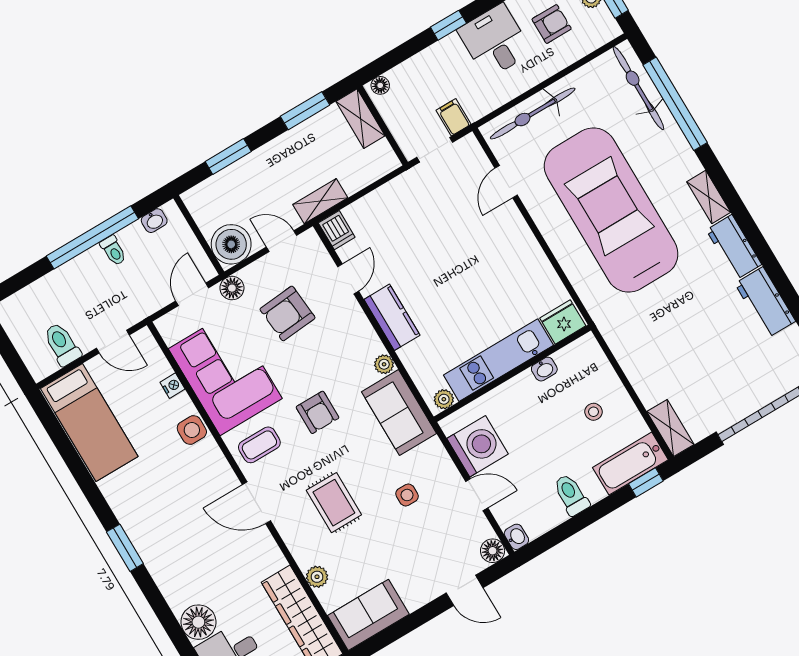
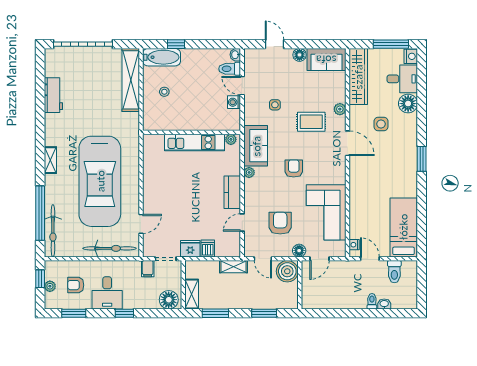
floor lamp: (380, 85) -> (169, 300), width x1.89, depth x1.89
washbasin: (154, 221) -> (384, 304), moved
dishwasher: (337, 230) -> (208, 249), moved
window: (92, 237) -> (350, 313), removed
workbench: (734, 247) -> (53, 130), removed
toilet: (113, 251) -> (372, 301), moved
armchair: (288, 313) -> (280, 223), turned -85
fridge: (563, 322) -> (190, 249), moved, turned 180
washbasin: (544, 369) -> (175, 125), removed
nightstand: (173, 386) -> (354, 245), moved
shelving: (670, 428) -> (131, 80), width x2.20, depth x1.33
side table: (192, 430) -> (381, 124), moved
coffee table: (259, 445) -> (330, 169), removed
washing machine: (478, 446) -> (234, 102), width x0.53, depth x0.53
window: (646, 482) -> (176, 44), moved
toilet: (571, 495) -> (230, 69), moved, turned 90
rug: (334, 503) -> (311, 122), turned 90
floor lamp: (493, 551) -> (299, 55), moved
plant: (317, 577) -> (340, 109), moved

